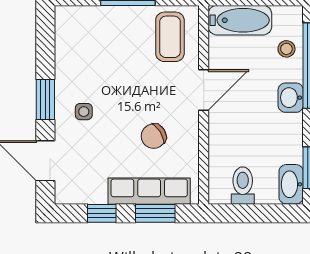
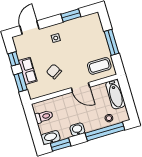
washbasin: (291, 98) -> (77, 129), moved
window: (45, 100) -> (71, 15), moved
row of seats: (149, 191) -> (28, 71), width x0.68

